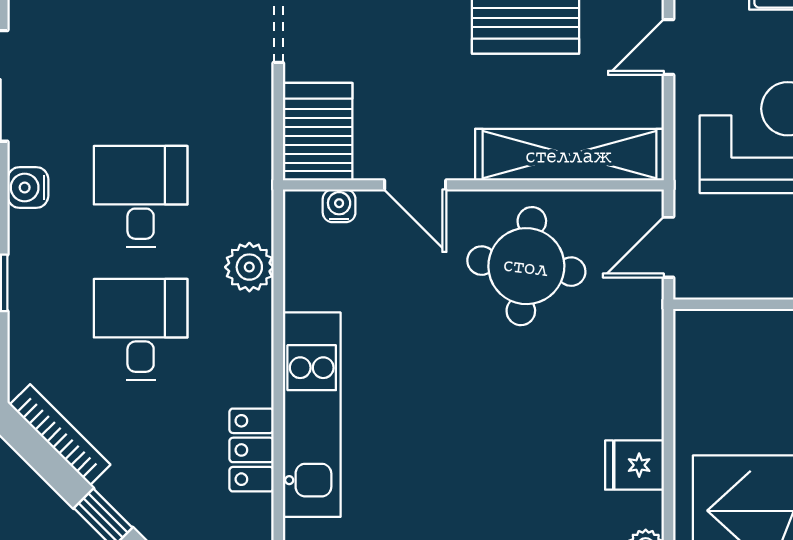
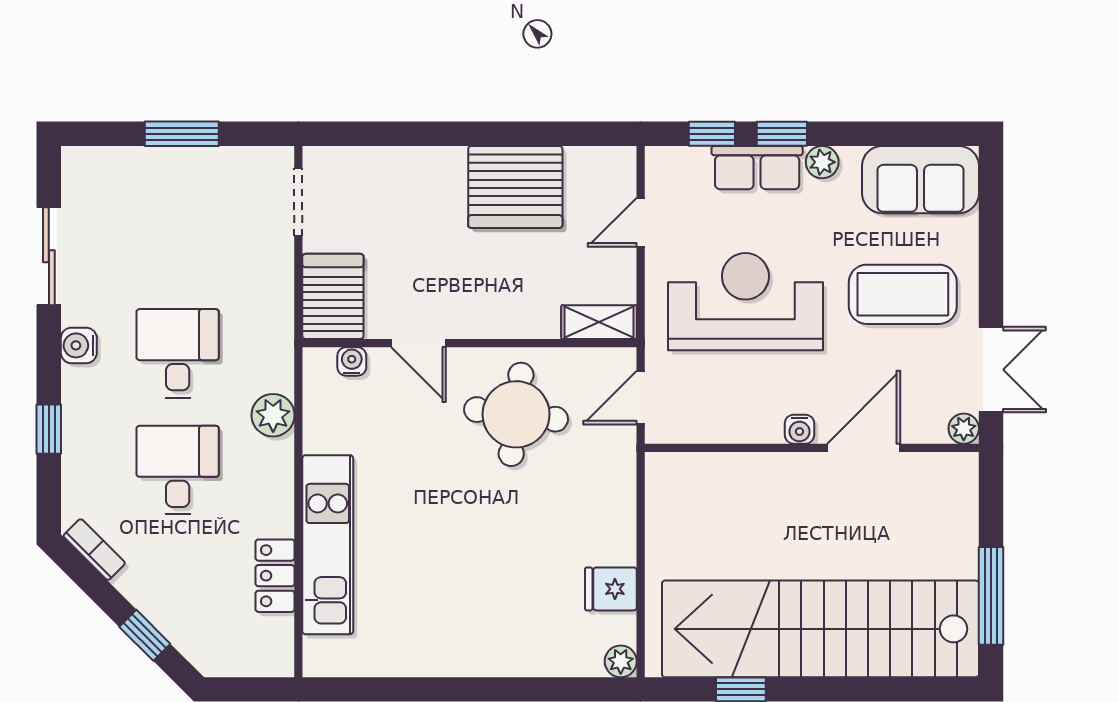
shelving: (569, 155) -> (599, 322), width x0.45, depth x0.75
bookcase: (60, 435) -> (94, 550), width x0.64

